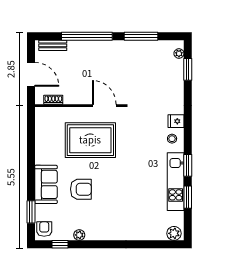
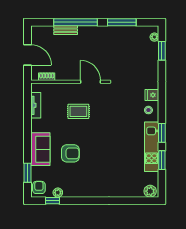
bench: (53, 45) -> (66, 30), moved
tv unit: (41, 133) -> (36, 105), added
rug: (90, 140) -> (78, 111), width x0.54, depth x0.49
plant: (79, 235) -> (58, 193), moved

